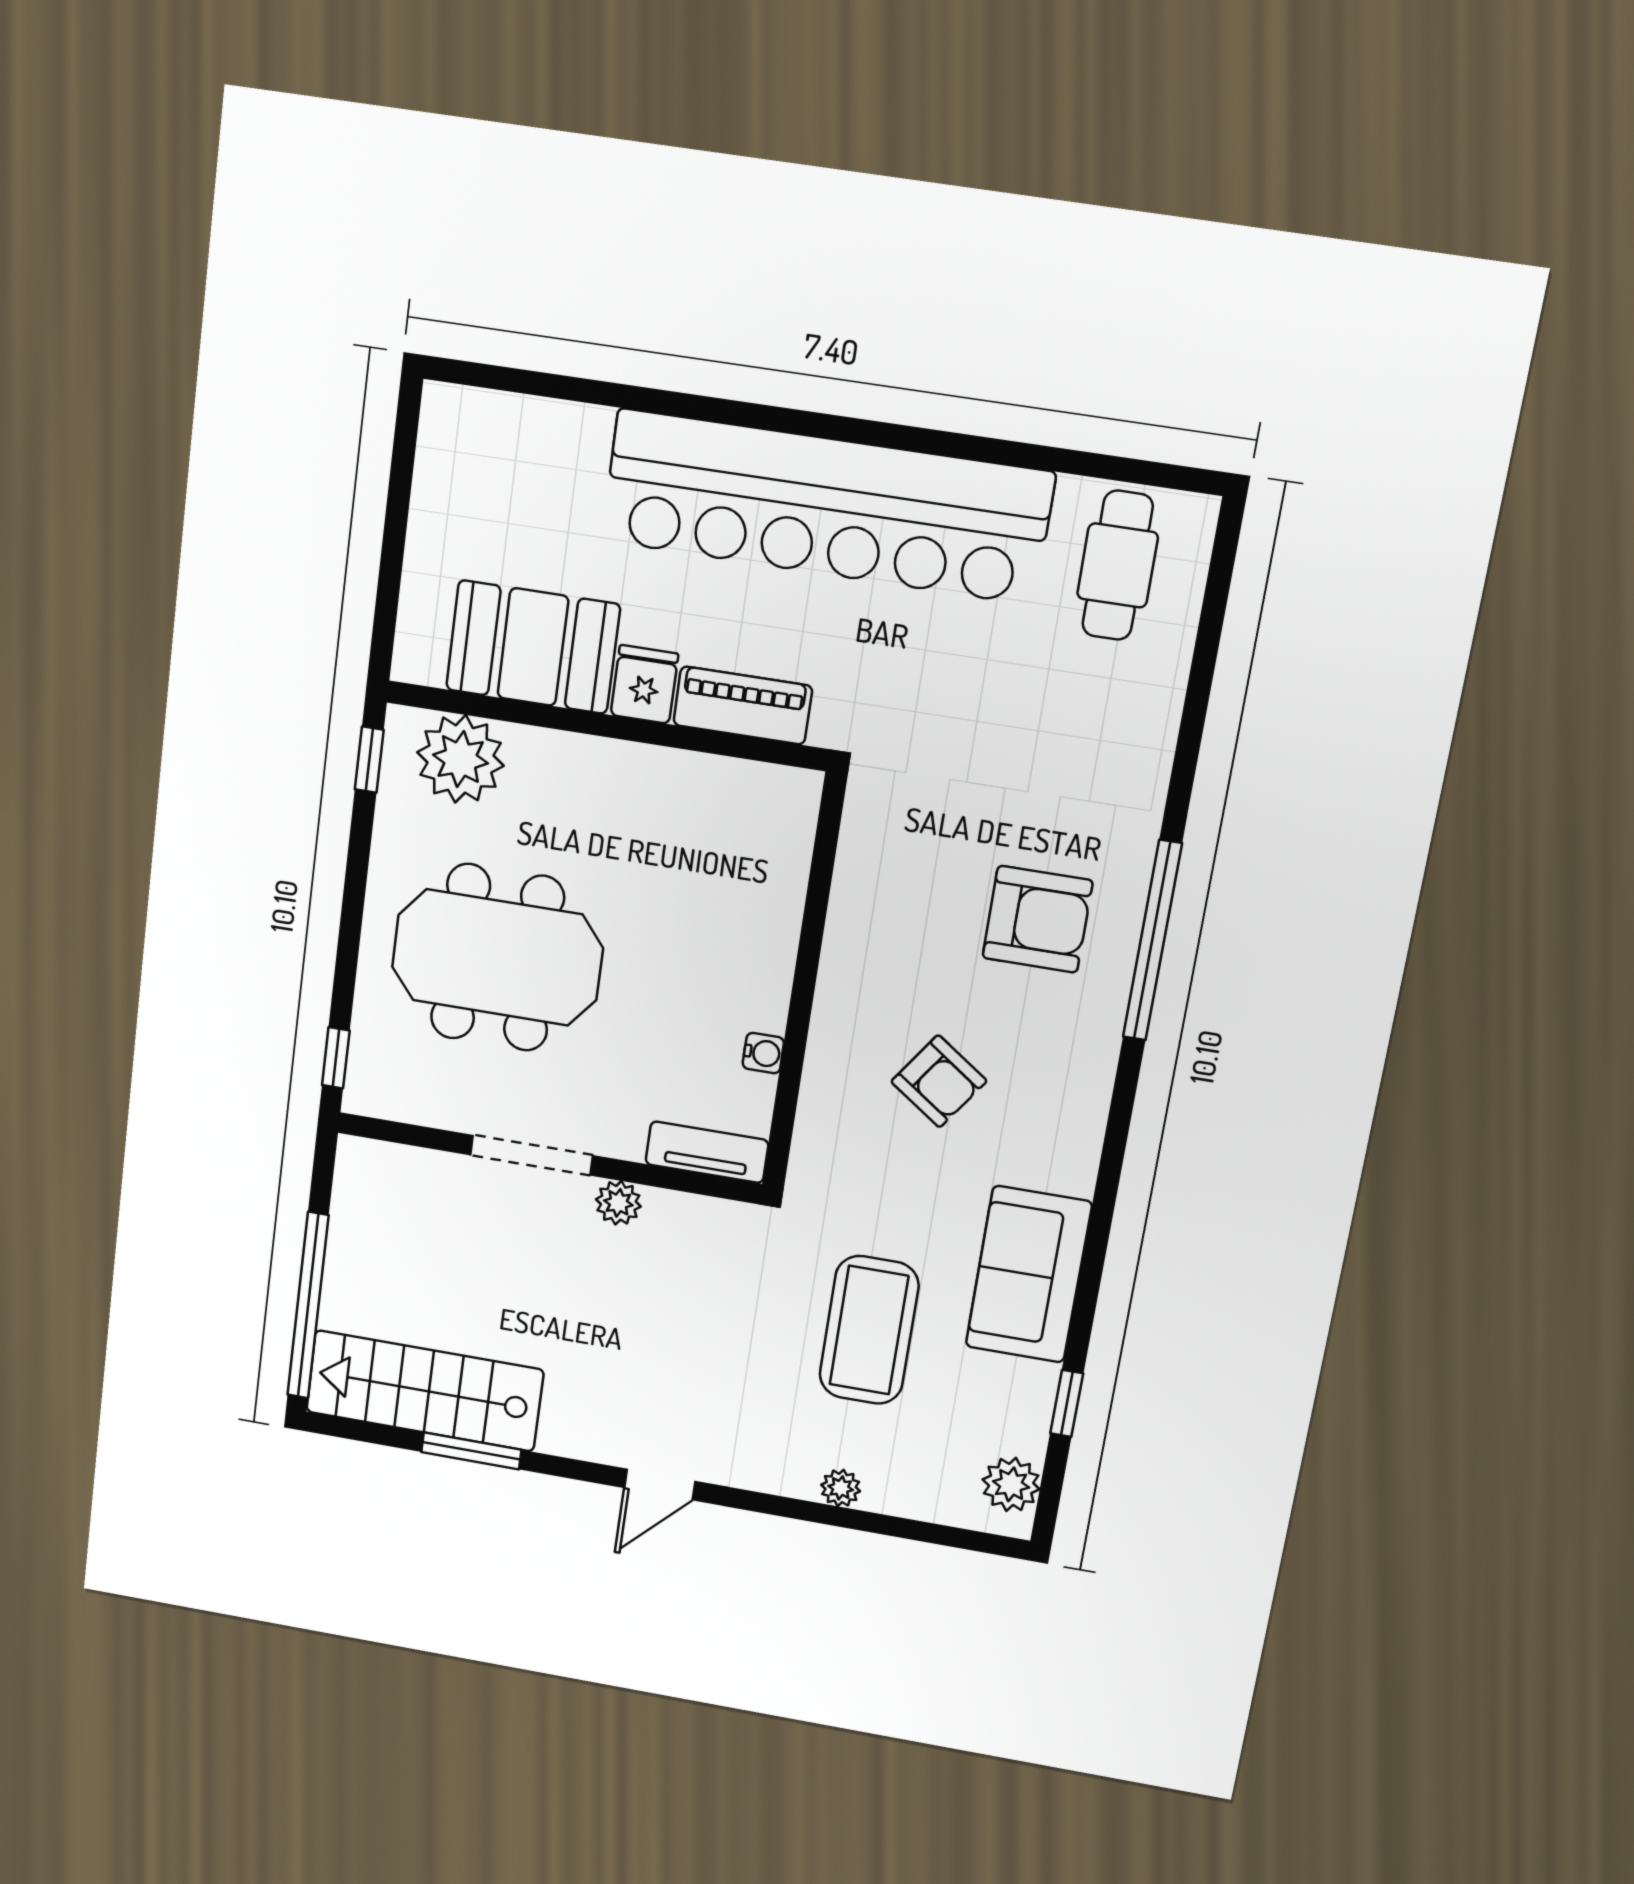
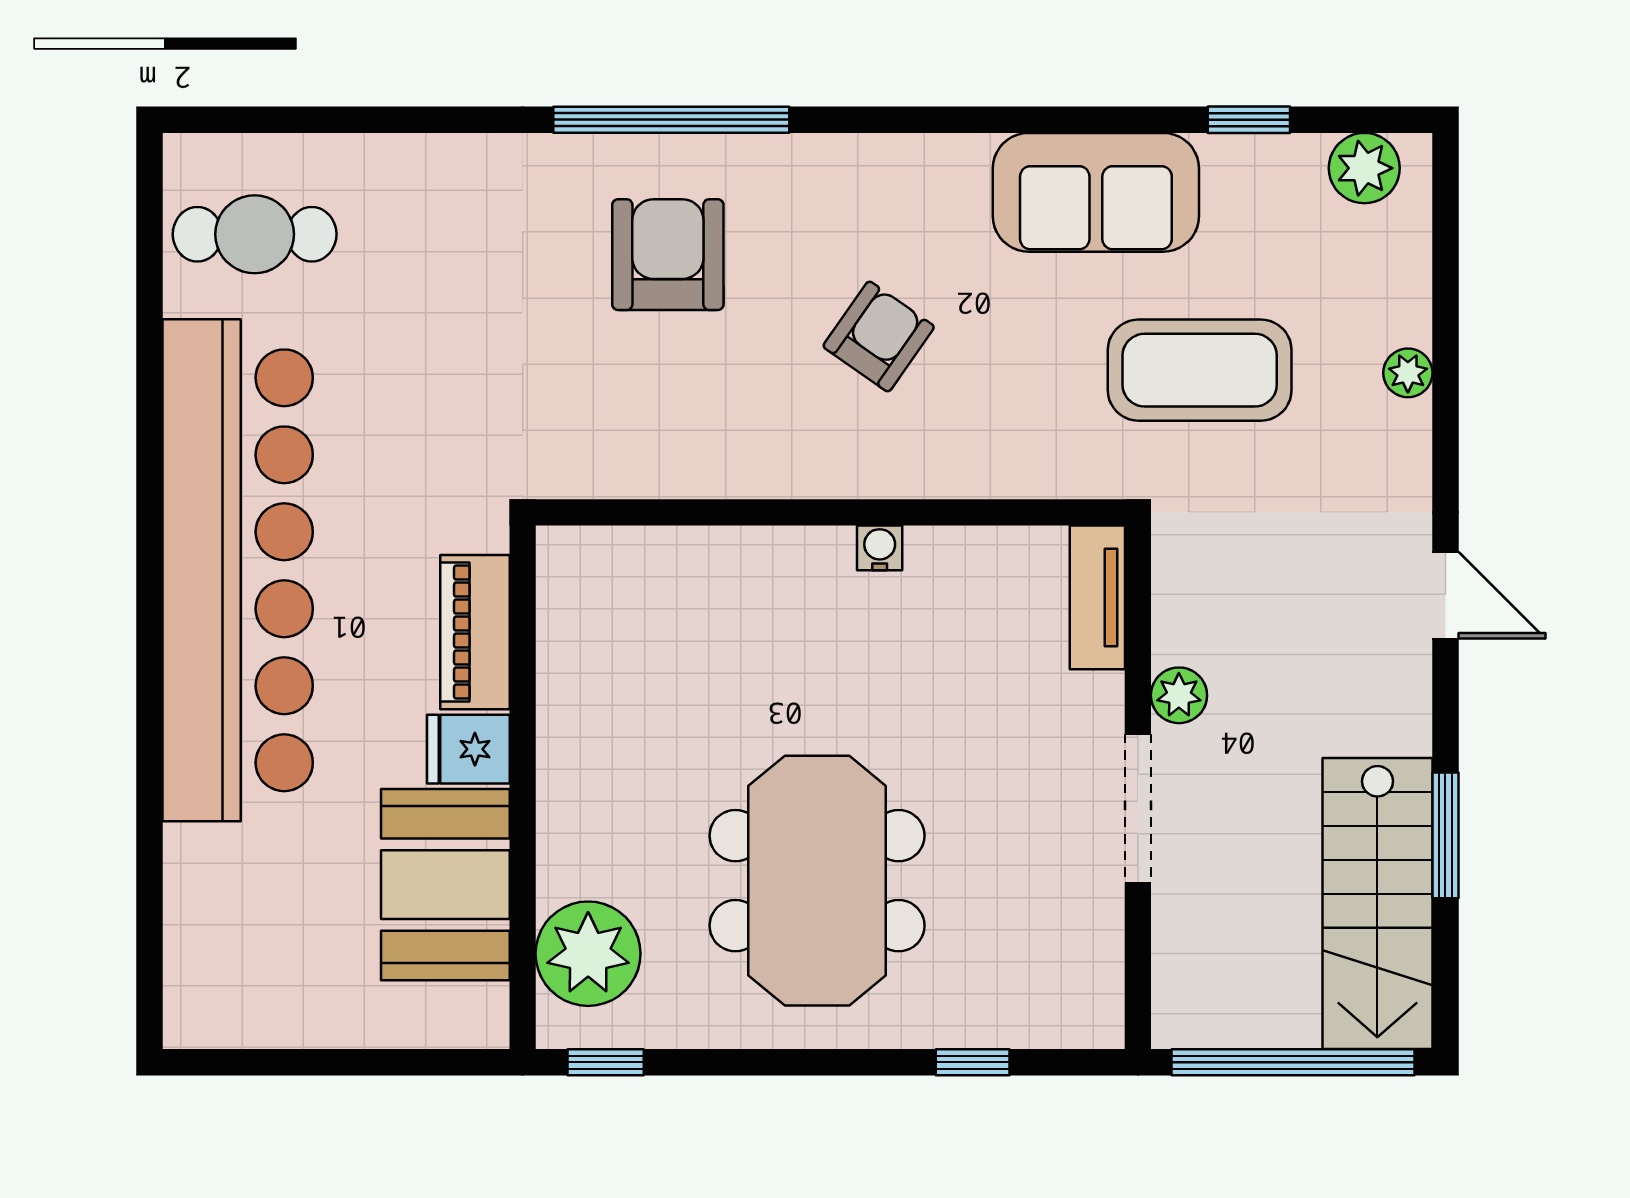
tv unit: (707, 1152) -> (1097, 597), moved
doorway: (532, 1155) -> (1138, 808), moved
wall: (549, 1158) -> (1138, 787), moved
plant: (618, 1203) -> (1179, 695), moved

